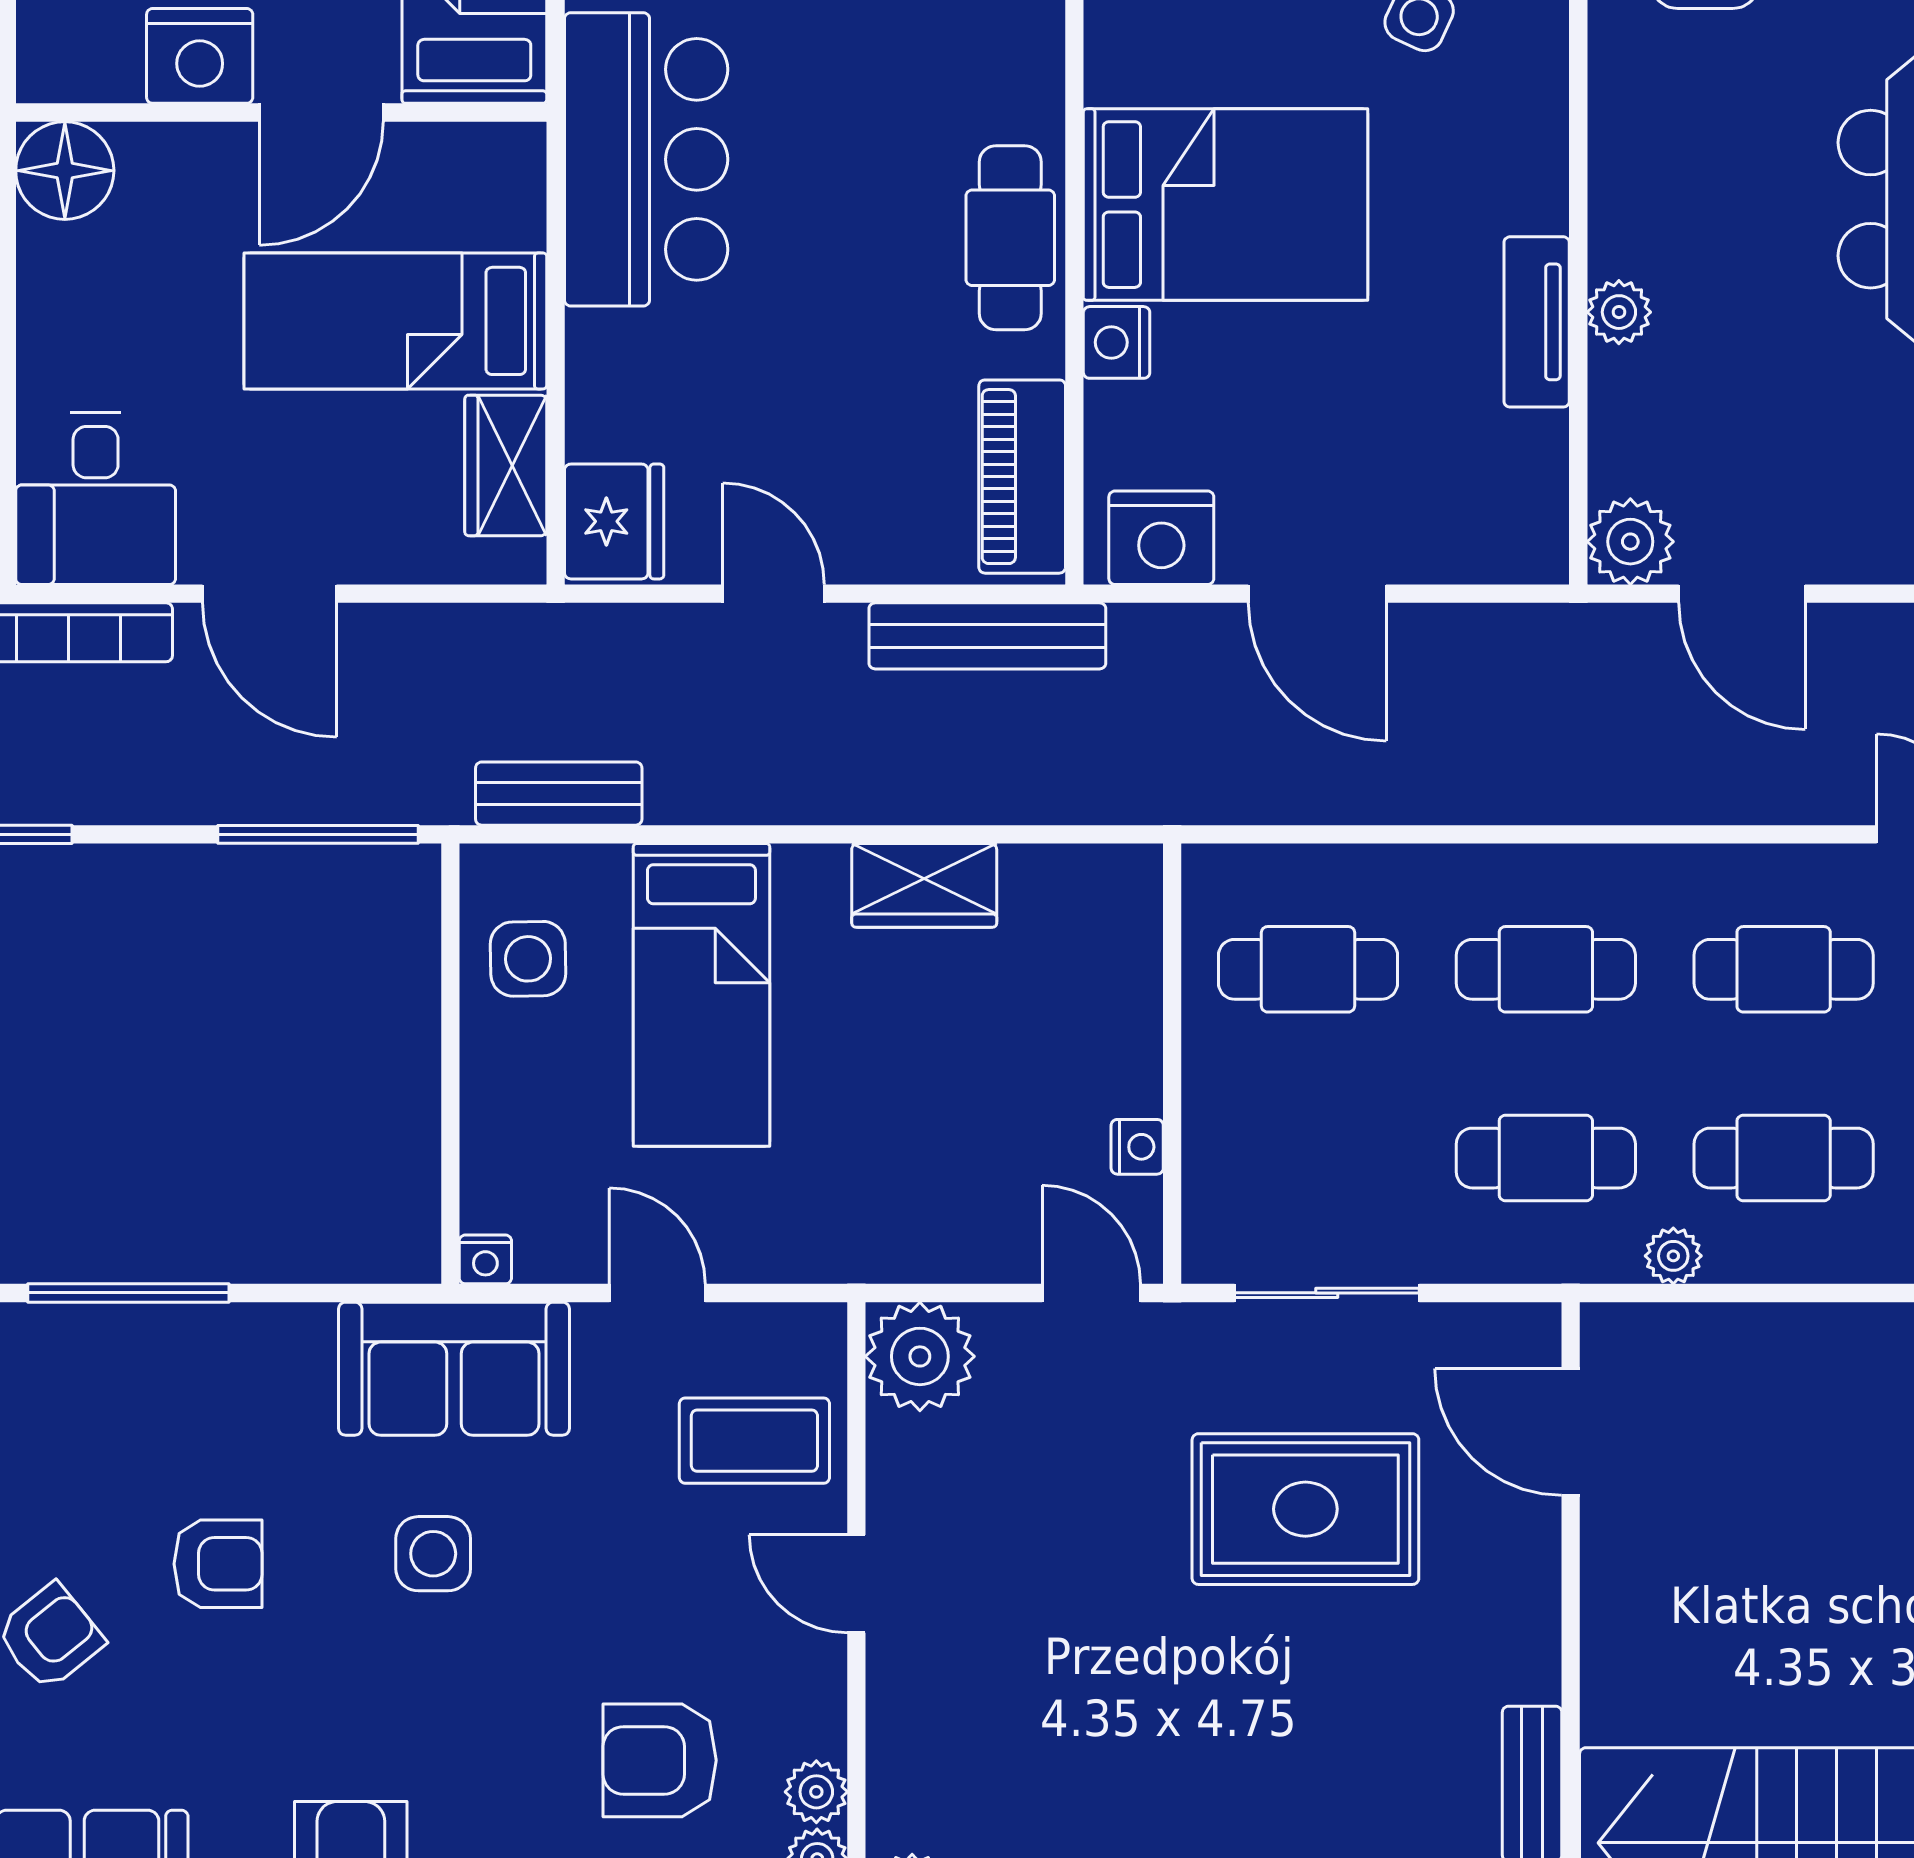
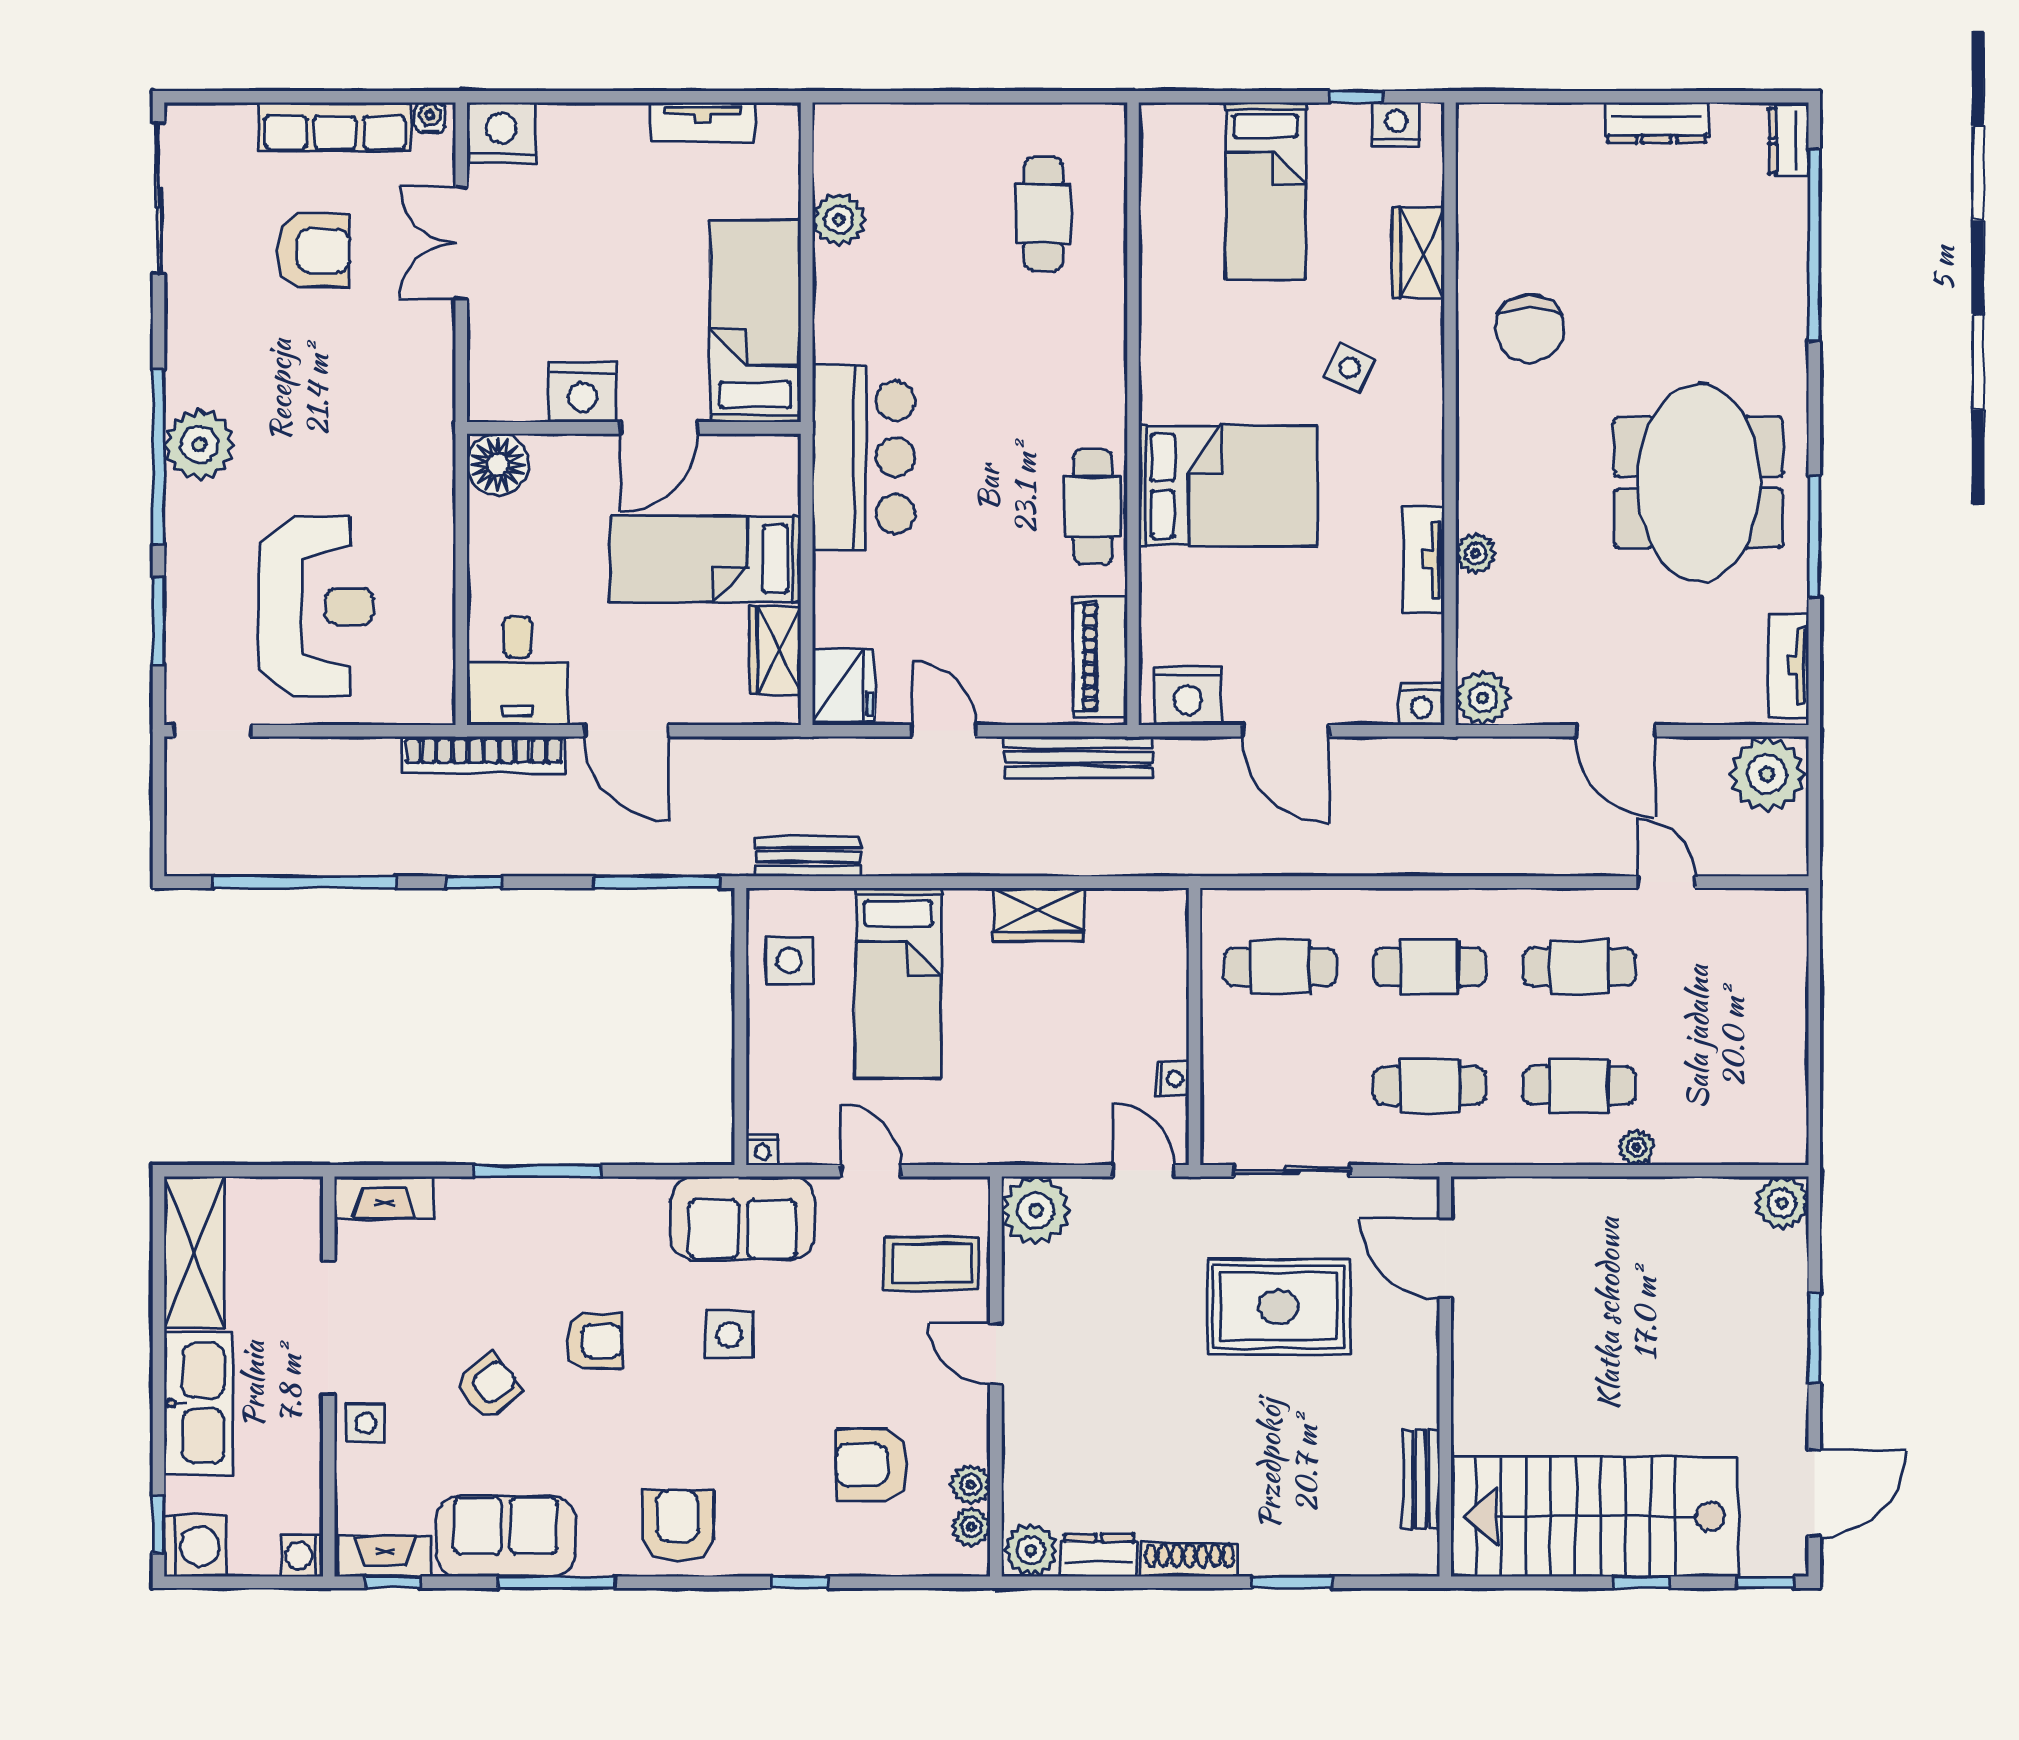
nightstand: (1117, 342) -> (1422, 704), moved, turned -90
door: (1742, 594) -> (1616, 731), moved
plant: (1673, 1256) -> (1637, 1147), moved

